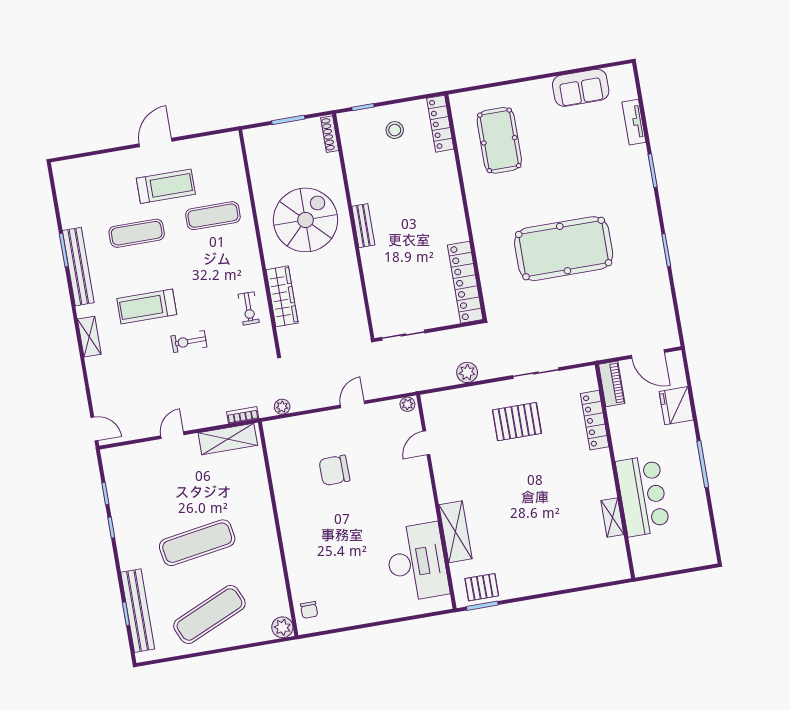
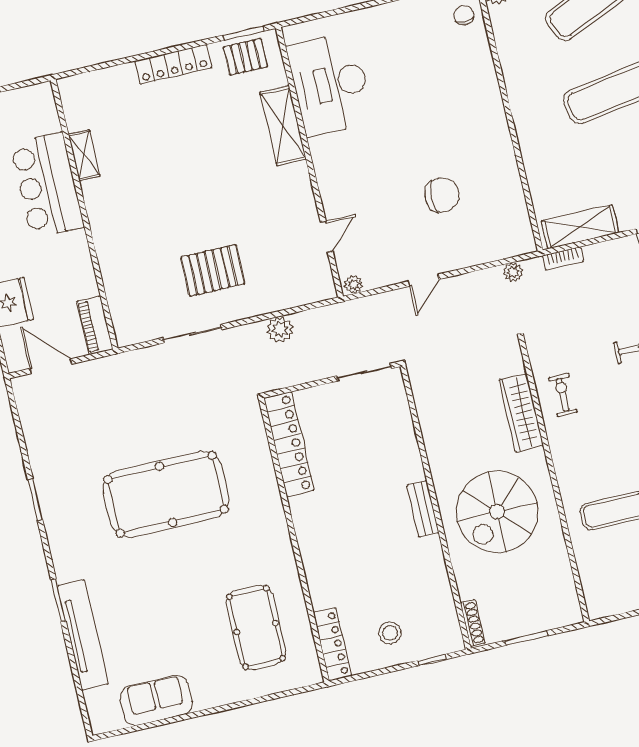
tv unit: (634, 122) -> (83, 635), width x1.92, depth x1.29
locker: (595, 420) -> (173, 64), moved, turned 90

